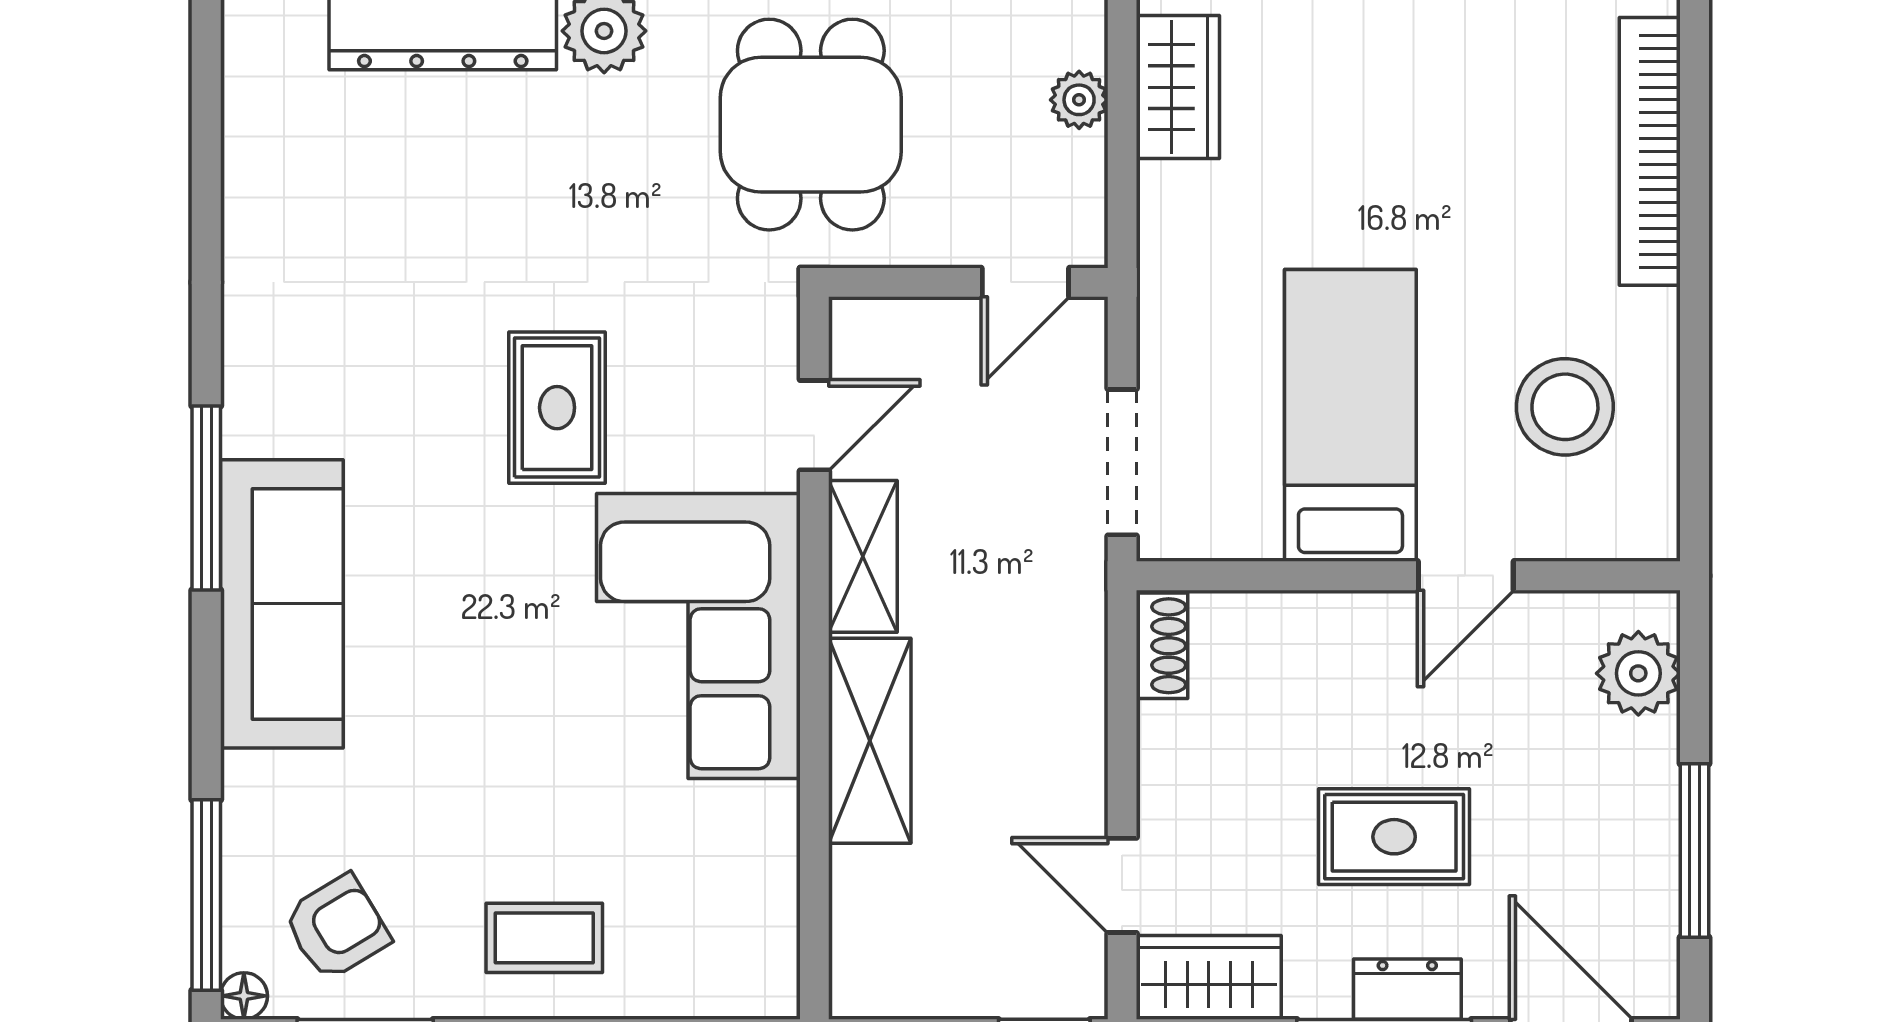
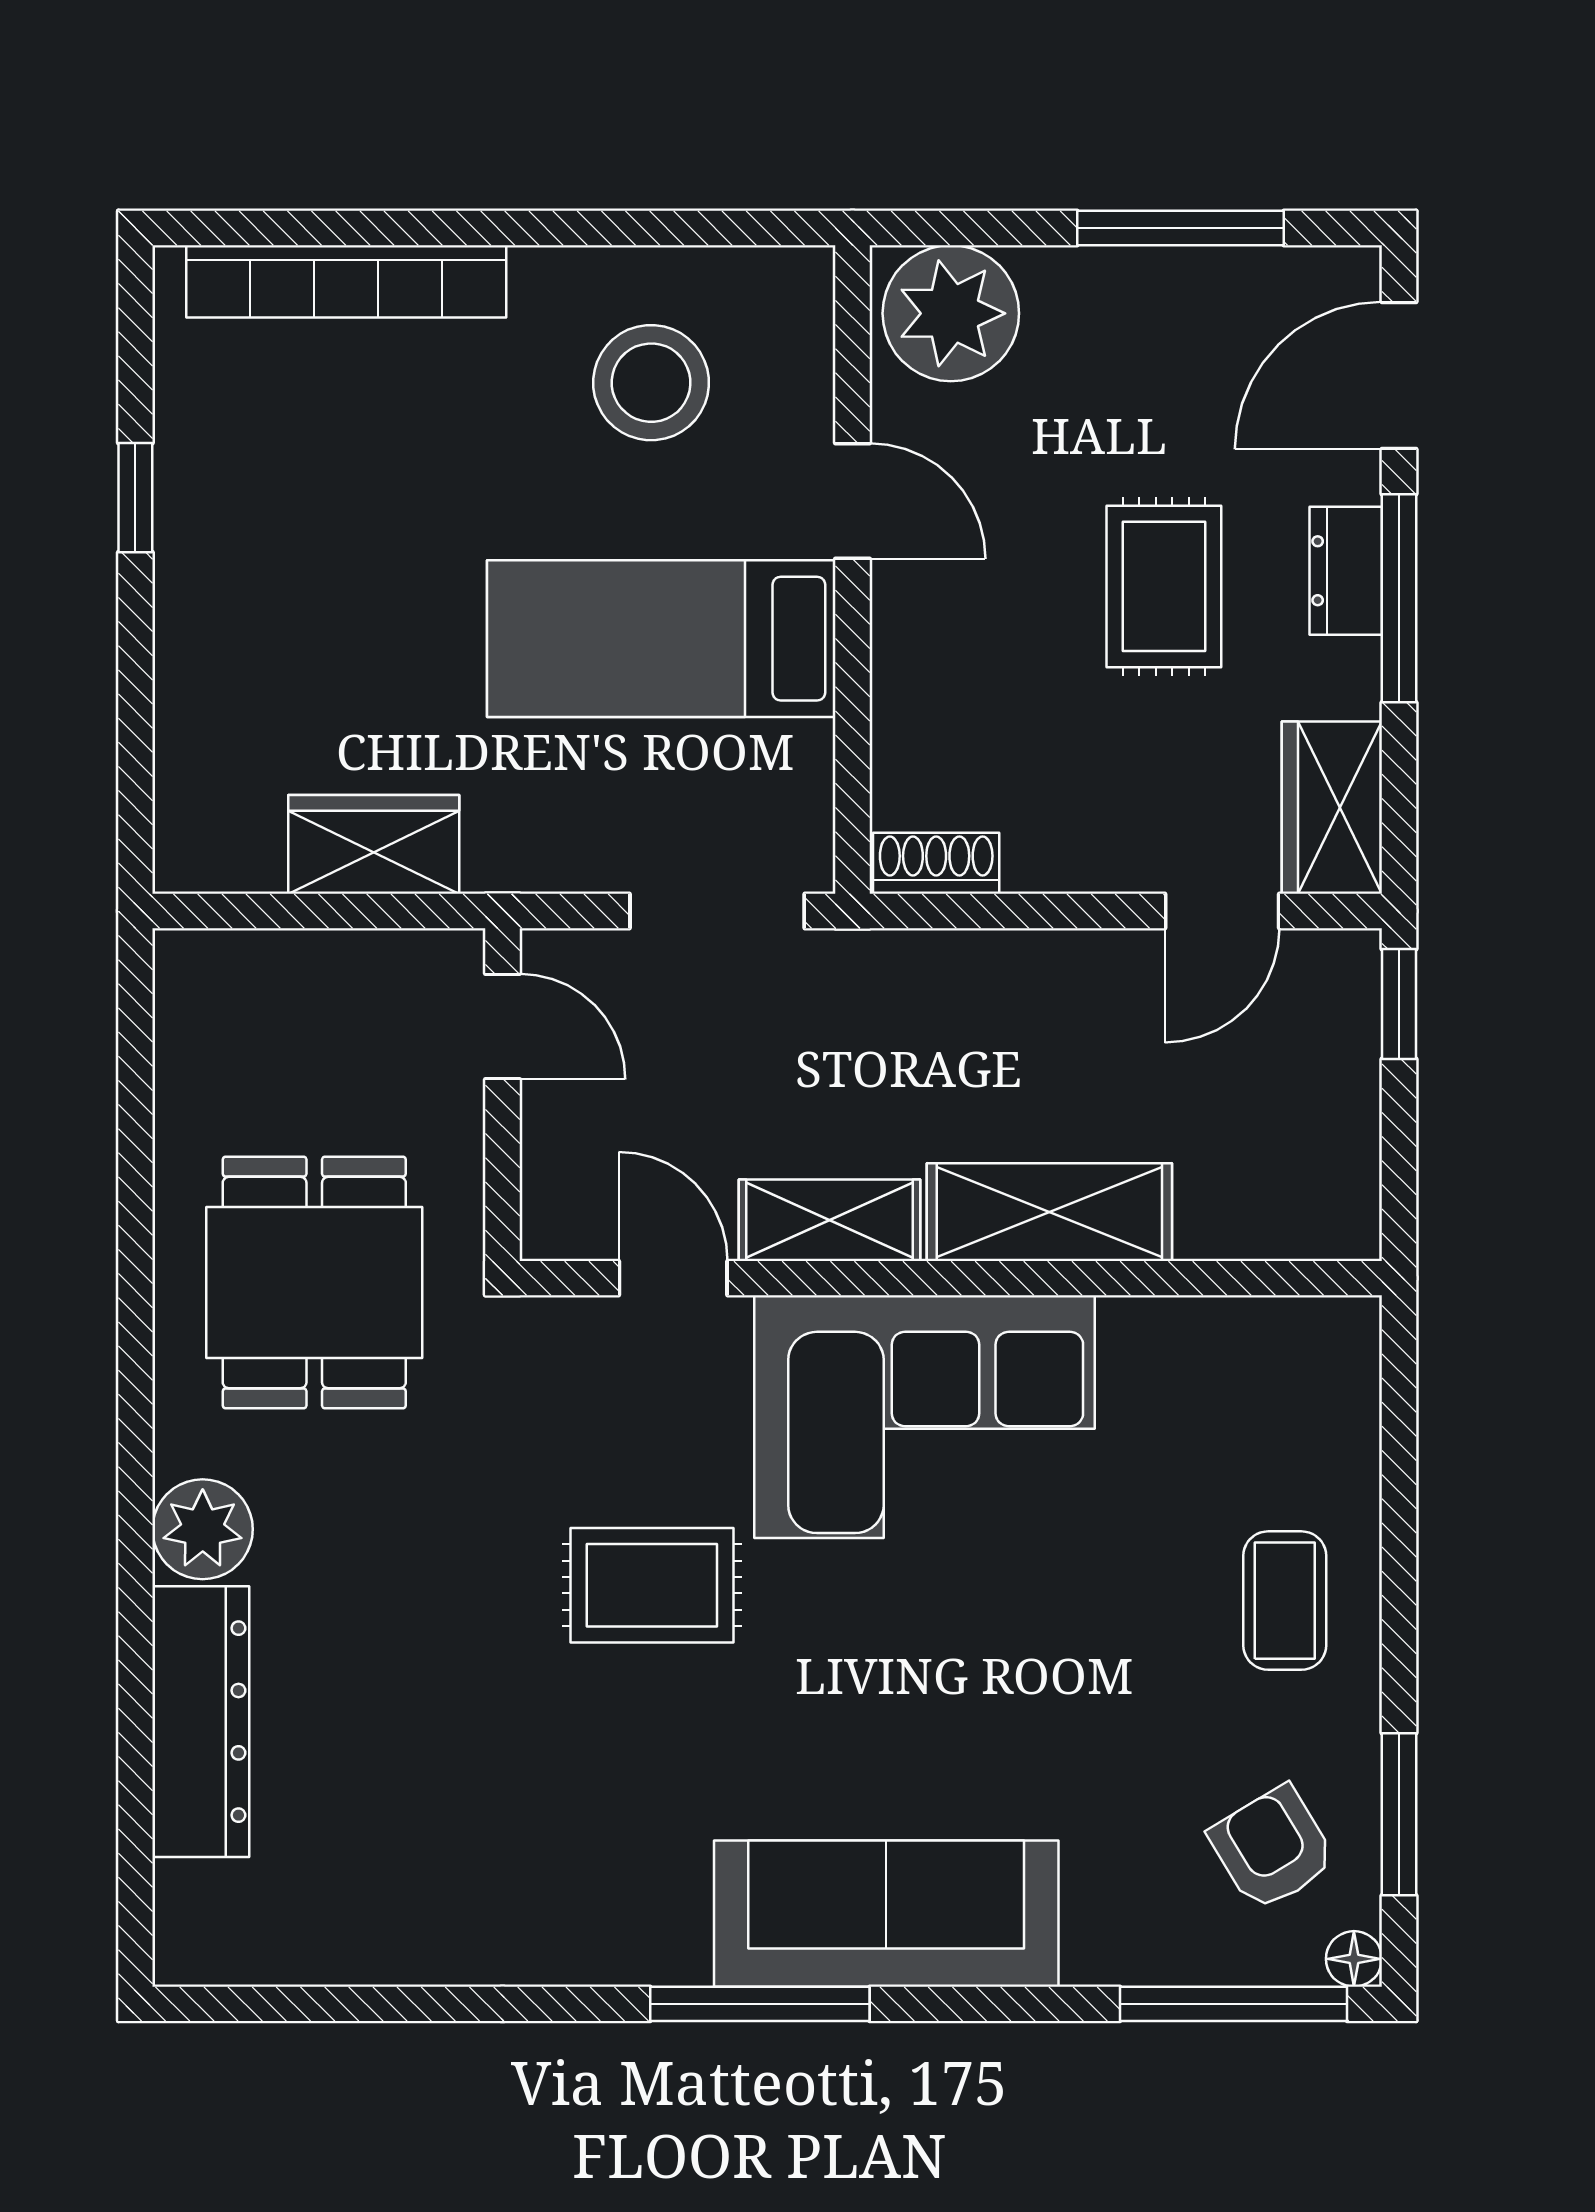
wardrobe: (1178, 87) -> (374, 844), moved
plant: (1079, 100) -> (285, 962), removed
dining table: (811, 125) -> (314, 1283), turned 90
plant: (1638, 673) -> (951, 313), width x1.36, depth x1.36

